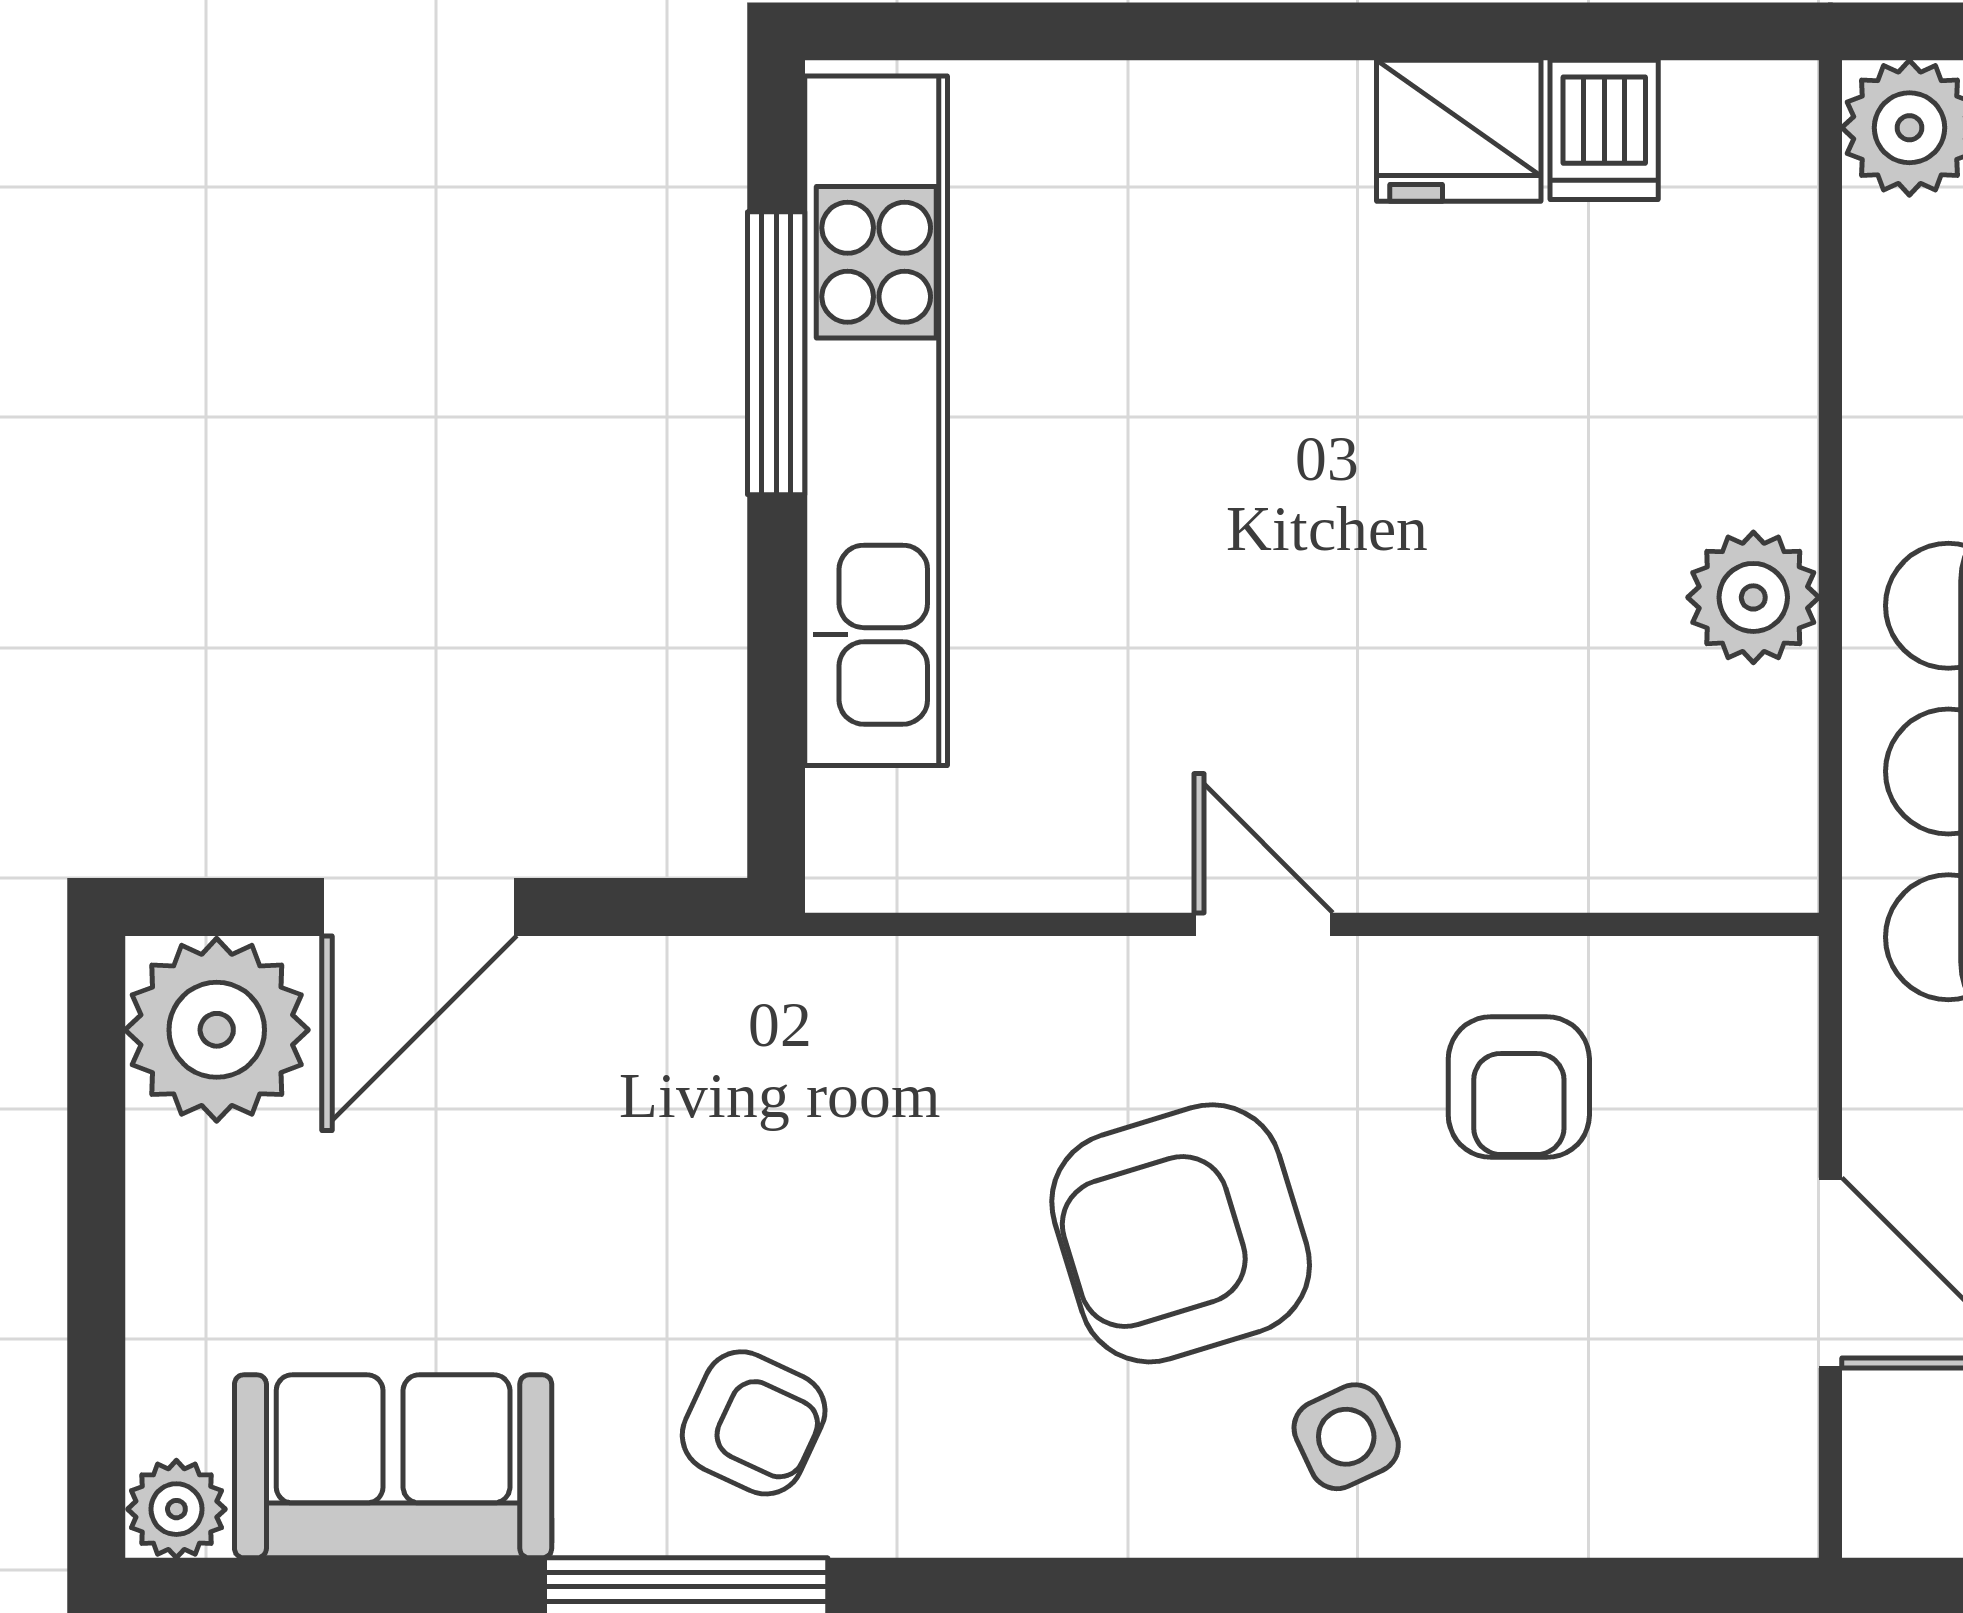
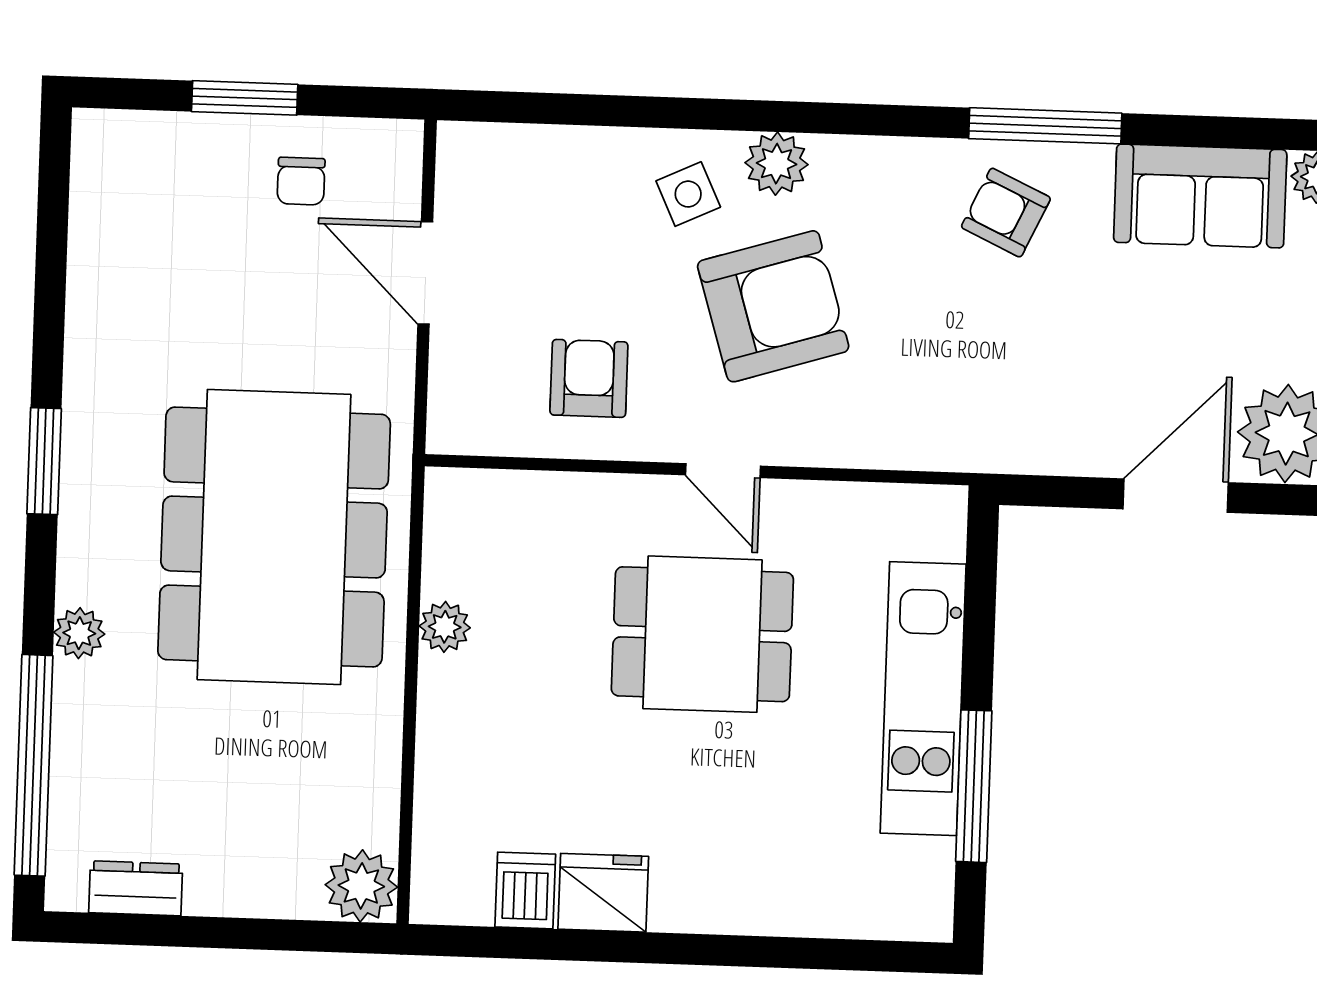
kitchen unit: (876, 421) -> (923, 699), width x0.73
plant: (1753, 597) -> (445, 627), width x0.73, depth x0.73
dining table: (1291, 618) -> (702, 634), added
plant: (1184, 1499) -> (777, 164), added

